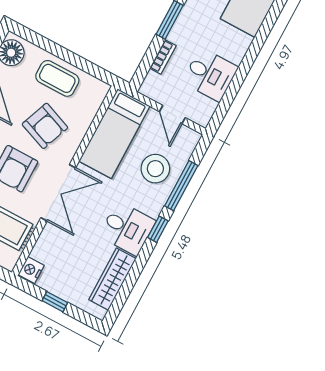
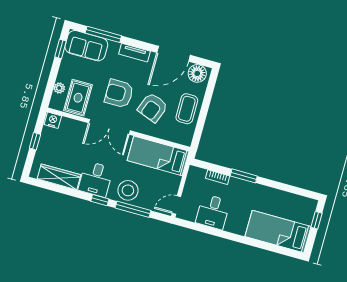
door: (172, 115) -> (176, 205), moved
stool: (155, 169) -> (128, 190), moved

